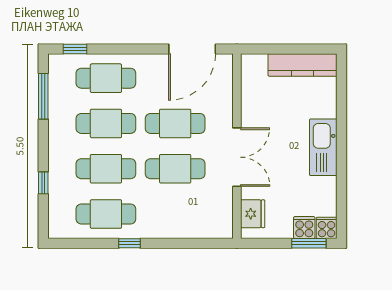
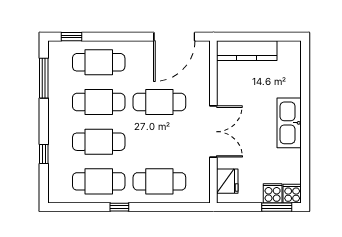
kitchen counter: (302, 65) -> (247, 51), moved
cafe table: (175, 169) -> (159, 181), moved

